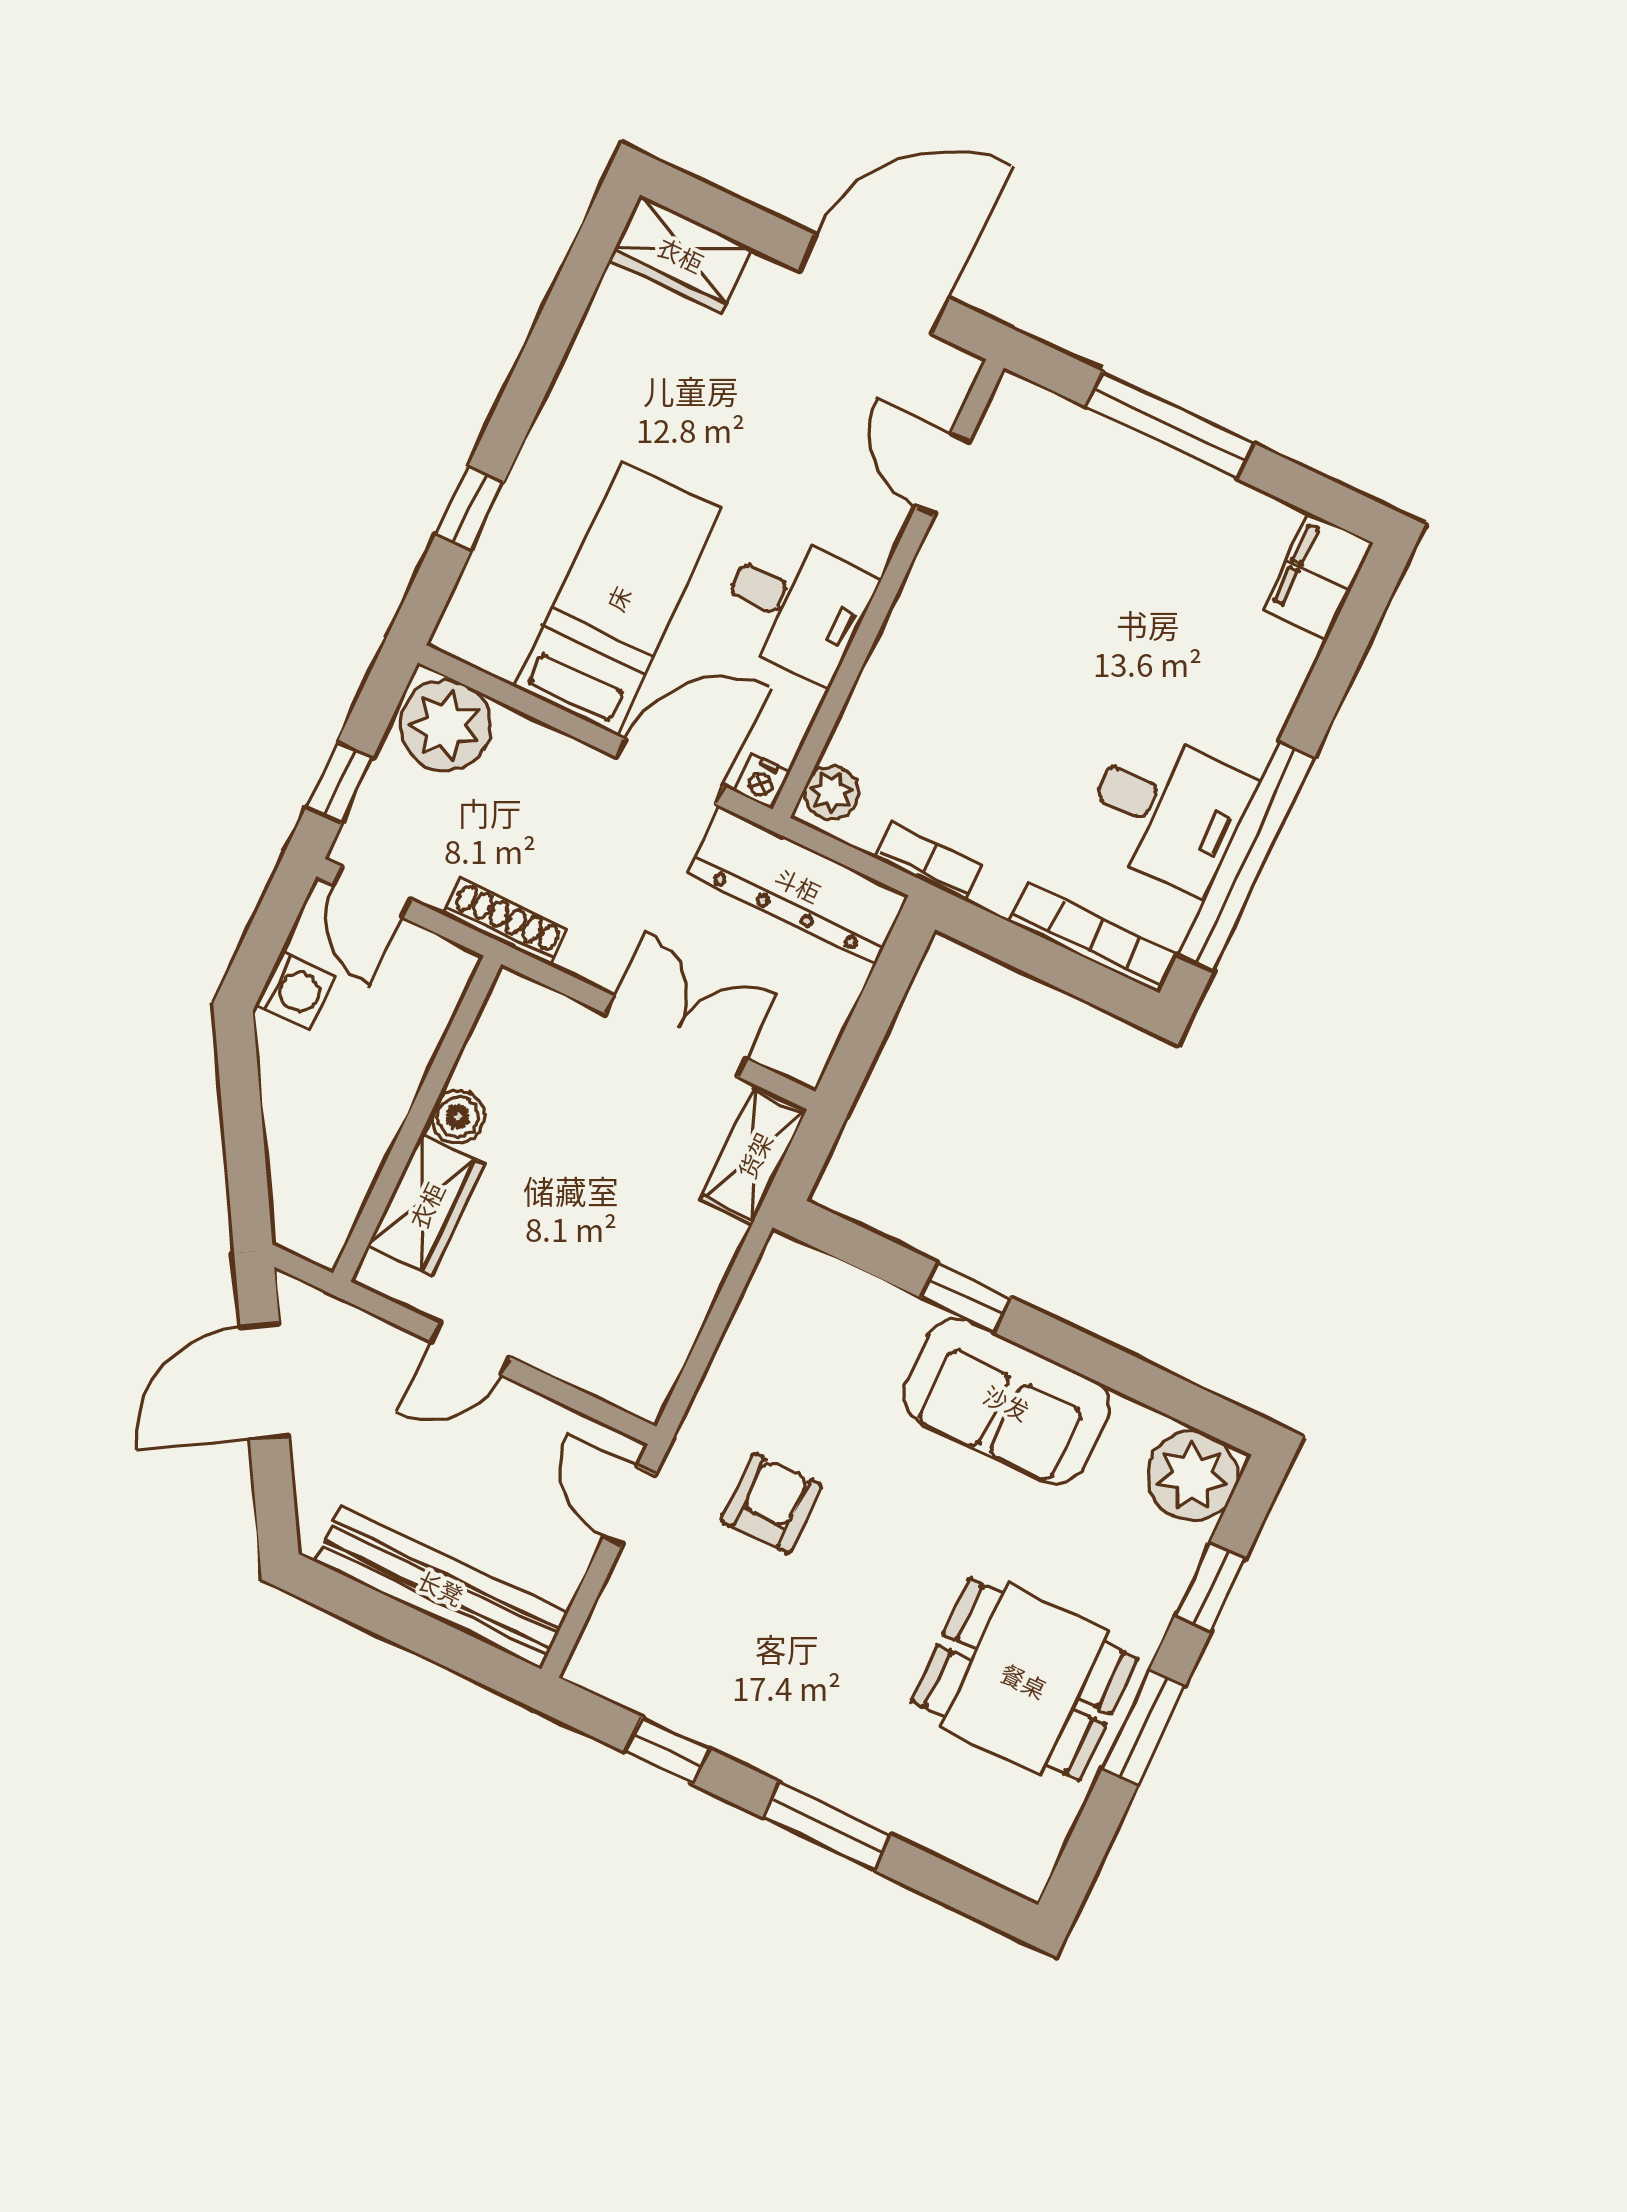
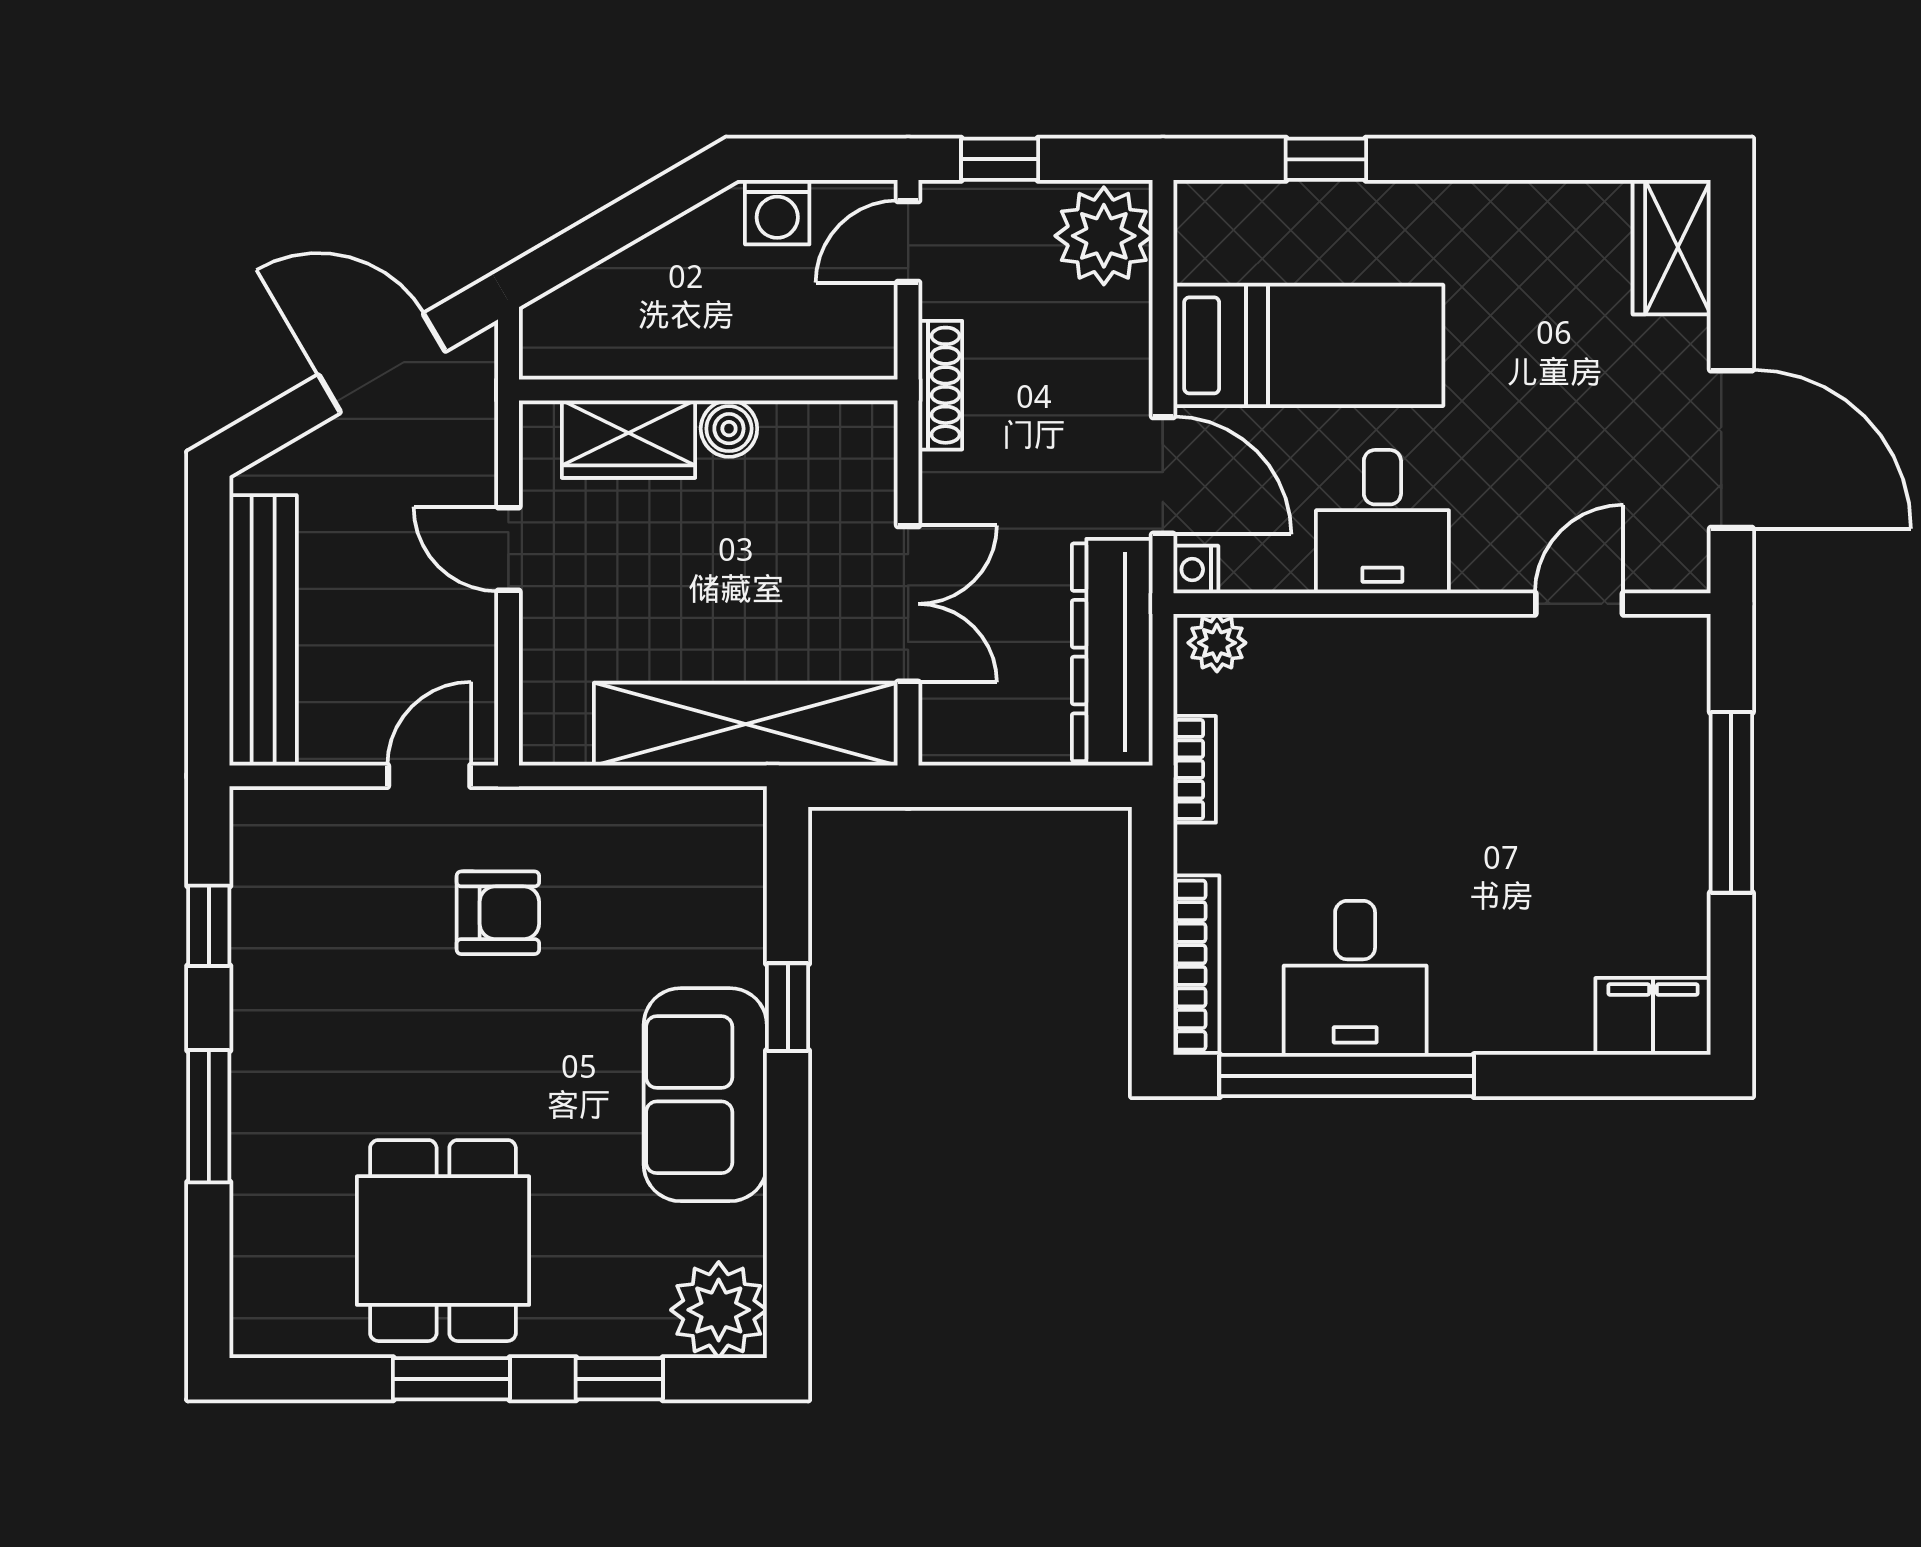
shelving: (754, 1155) -> (746, 724), width x2.20, depth x1.33

